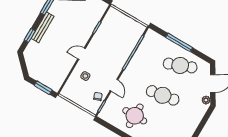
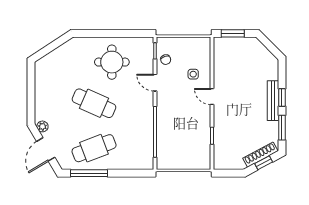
window: (30, 35) -> (282, 98), moved
window: (179, 43) -> (89, 173), moved
door: (81, 54) -> (212, 97), swing flipped
cafe table: (163, 95) -> (94, 103), turned 33

